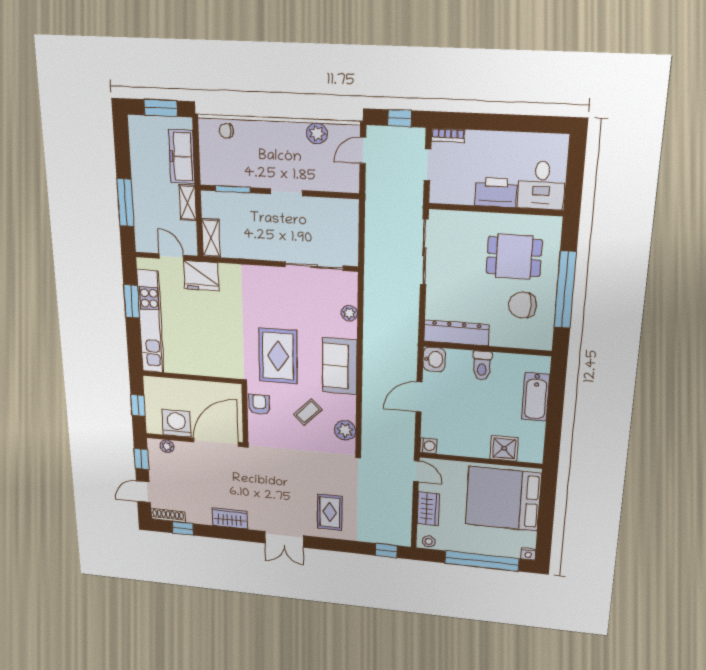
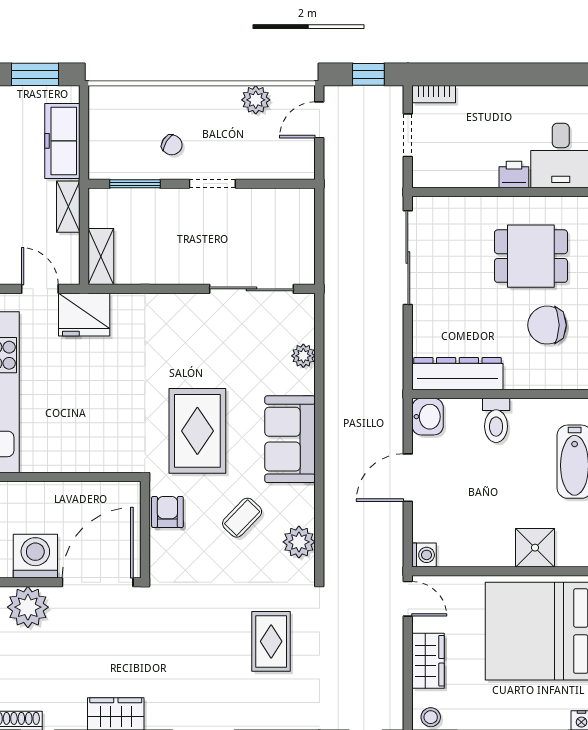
chair: (226, 131) -> (172, 145), moved, turned -148
printer: (496, 192) -> (514, 175), width x0.53, depth x0.68
plant: (167, 446) -> (28, 607), width x1.88, depth x1.88
rug: (330, 512) -> (271, 641), moved

